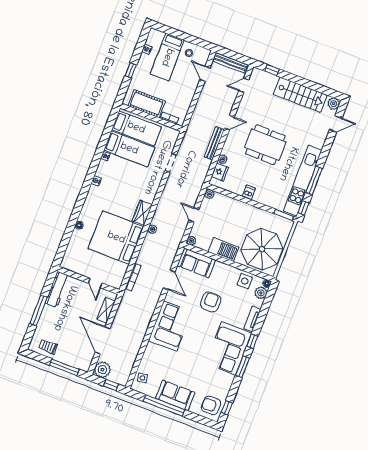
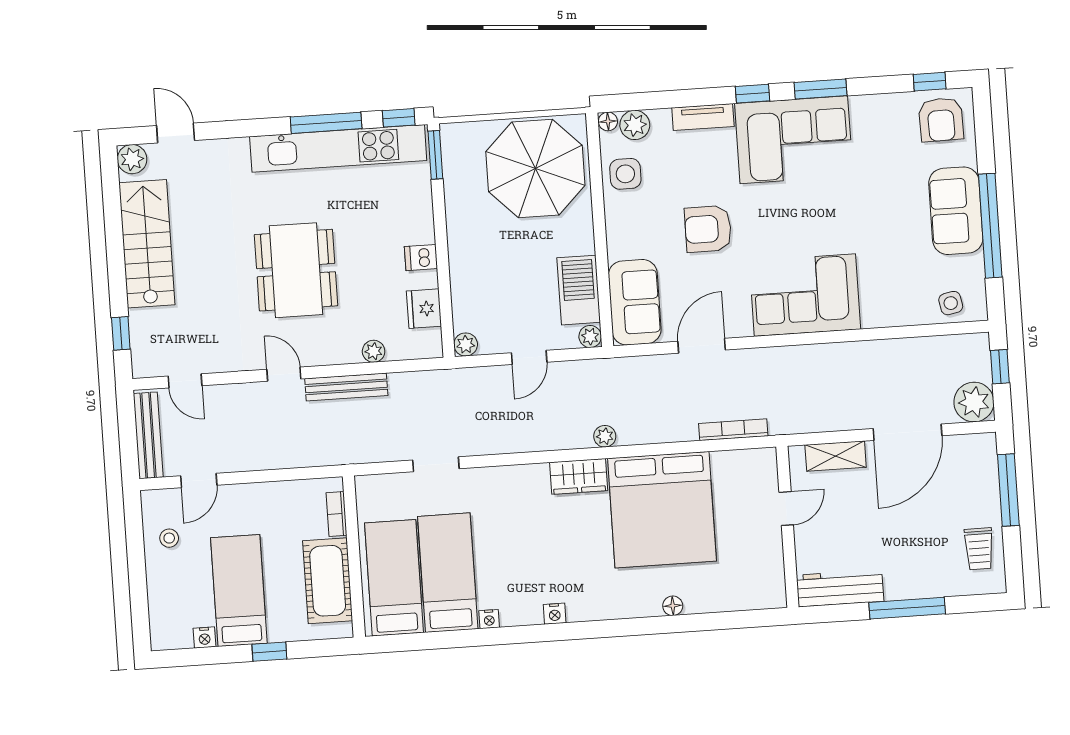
bed: (167, 57) -> (239, 591), moved, turned -90
fridge: (220, 172) -> (424, 309), moved, turned -90
barbecue: (223, 249) -> (579, 290), moved

